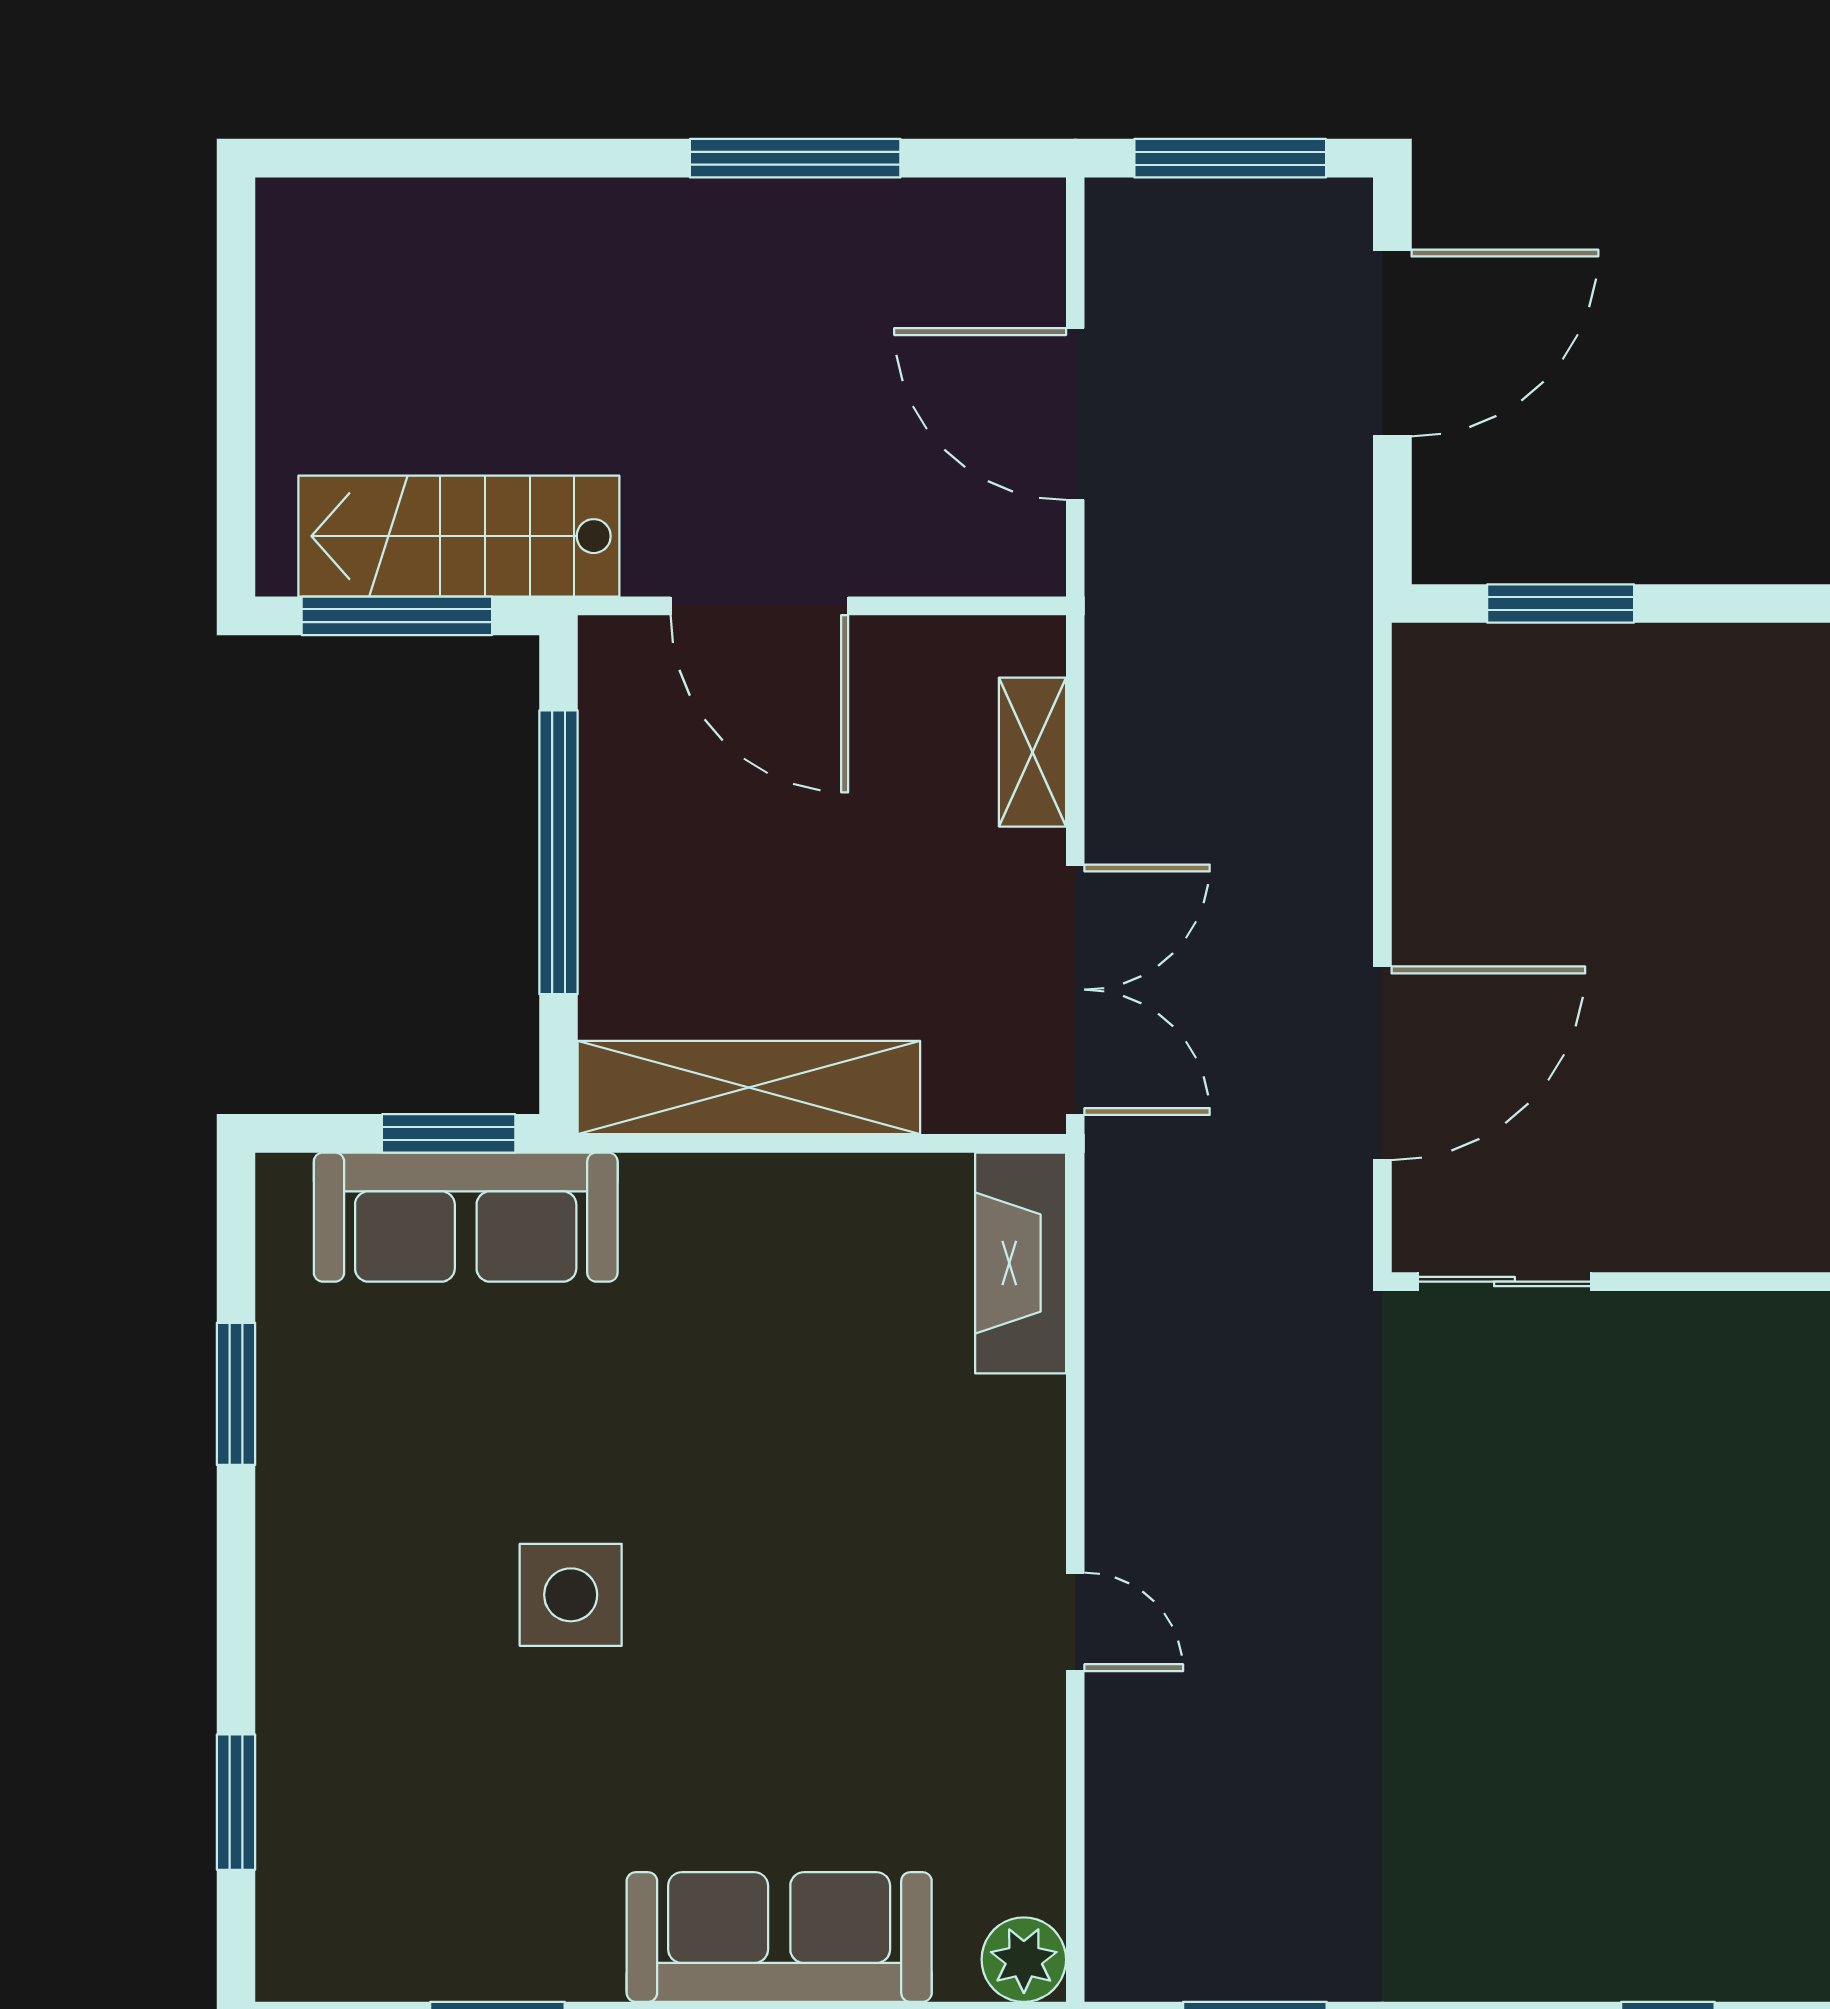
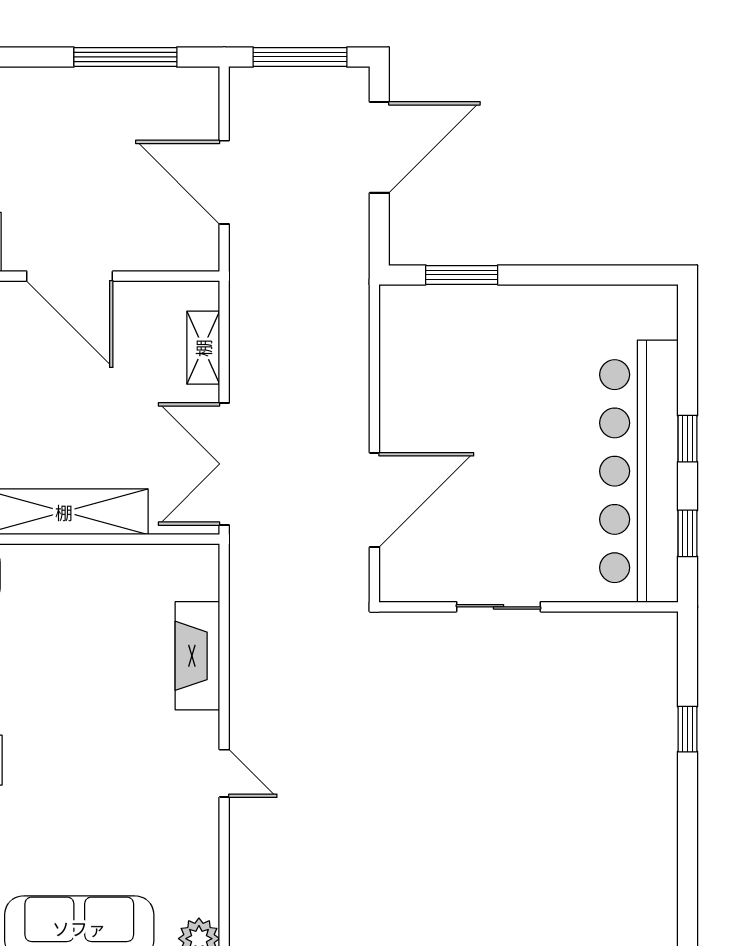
window: (795, 158) -> (125, 57), moved
double door: (1075, 990) -> (224, 464), swing flipped
fireplace: (1021, 1263) -> (197, 656), moved
sliding door: (1505, 1282) -> (499, 607), moved

